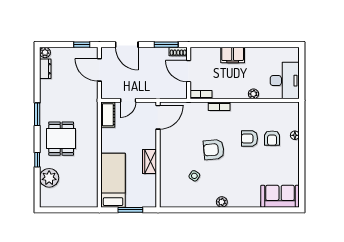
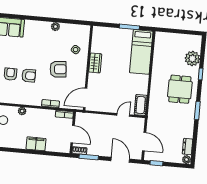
door: (158, 117) -> (85, 98), moved
wall: (158, 155) -> (88, 68), moved
wardrobe: (149, 162) -> (95, 63), moved

